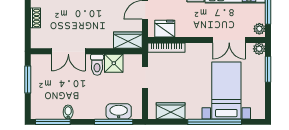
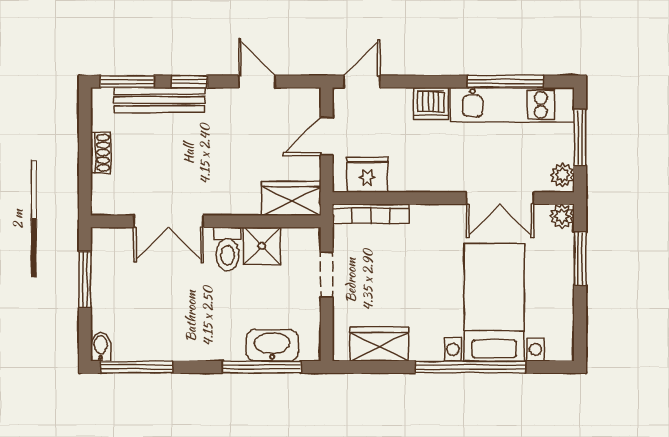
bidet: (68, 112) -> (101, 347), moved

